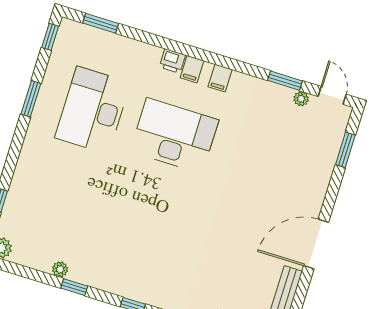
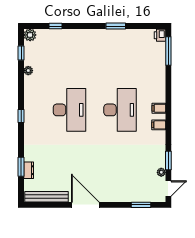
window: (101, 23) -> (168, 51), width x1.44
window: (50, 37) -> (152, 26), removed
printer: (172, 61) -> (160, 35), moved
desk: (93, 110) -> (69, 110), moved, turned 90
window: (74, 287) -> (21, 53), moved

